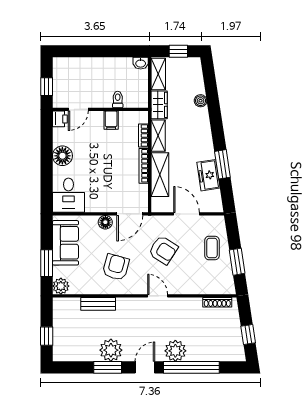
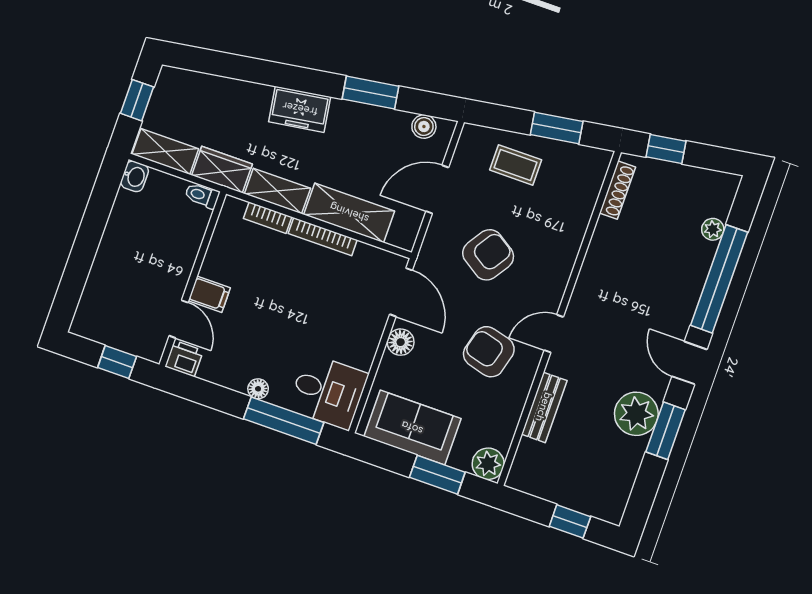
toilet: (118, 100) -> (202, 196), moved
boiler: (201, 101) -> (424, 127), moved
filing cabinet: (111, 120) -> (209, 294), moved
floor lamp: (62, 156) -> (258, 389), width x0.53, depth x0.53
freezer: (208, 175) -> (300, 109), moved
window: (47, 178) -> (284, 421), added
door: (158, 296) -> (554, 334), moved
window: (248, 334) -> (666, 149), moved
plant: (175, 351) -> (713, 229), moved, width x0.53, depth x0.53

